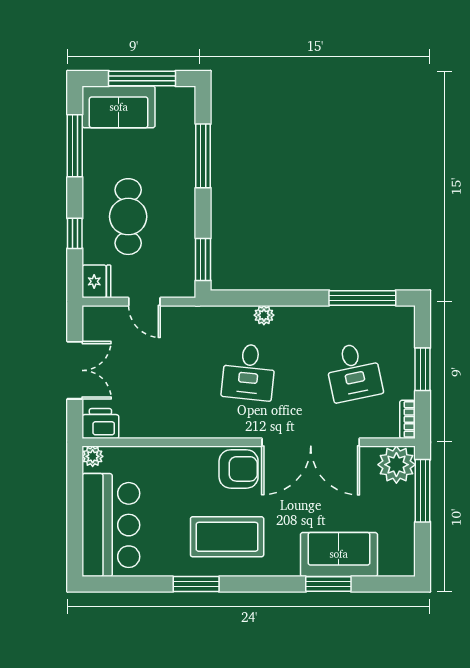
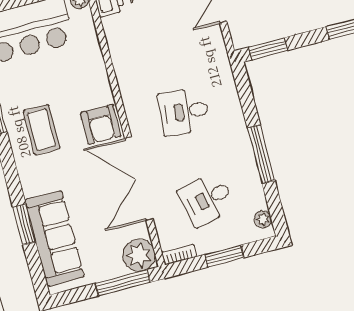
window: (362, 298) -> (261, 154), moved
plant: (264, 315) -> (263, 219), moved
coffee table: (227, 537) -> (42, 130), width x0.73, depth x0.76
sofa: (339, 554) -> (54, 238), width x1.36

